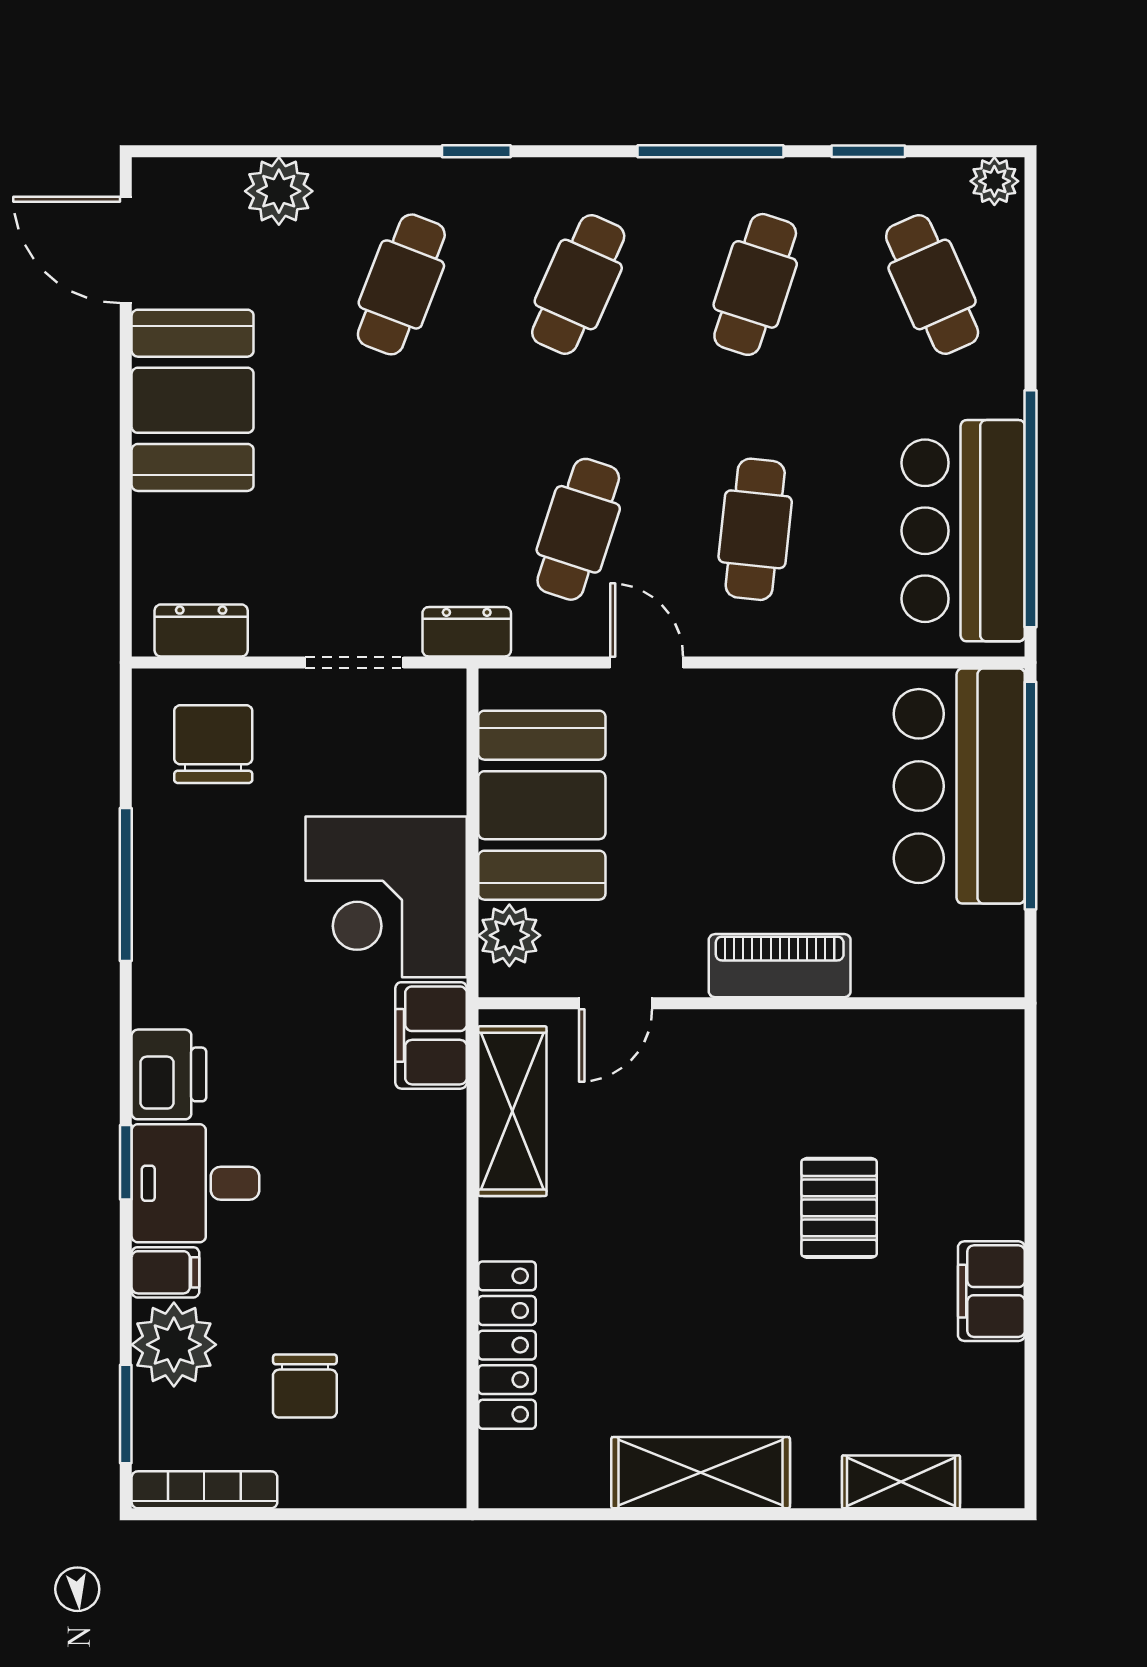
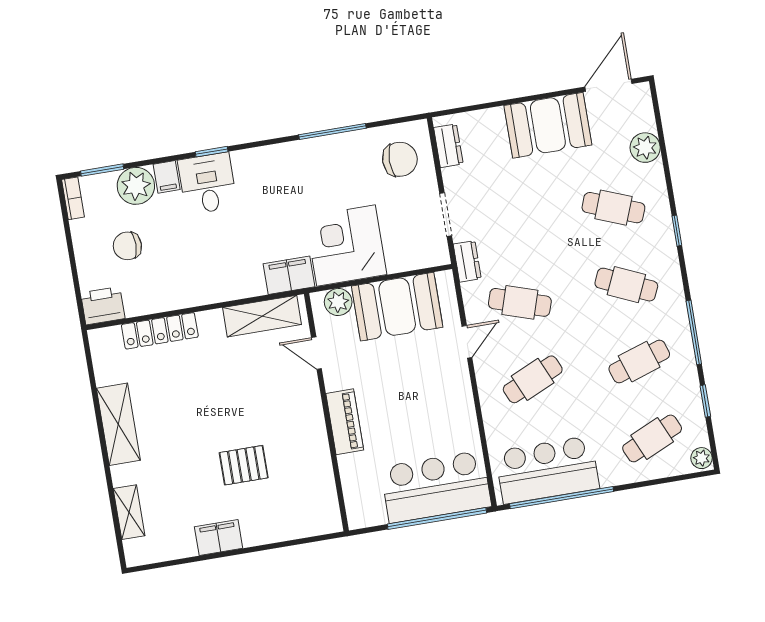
cafe table: (755, 284) -> (639, 362), turned -36
cafe table: (755, 529) -> (533, 379), turned -30
printer: (169, 1074) -> (103, 306), moved, turned 180
bookcase: (204, 1490) -> (73, 198), width x0.64

